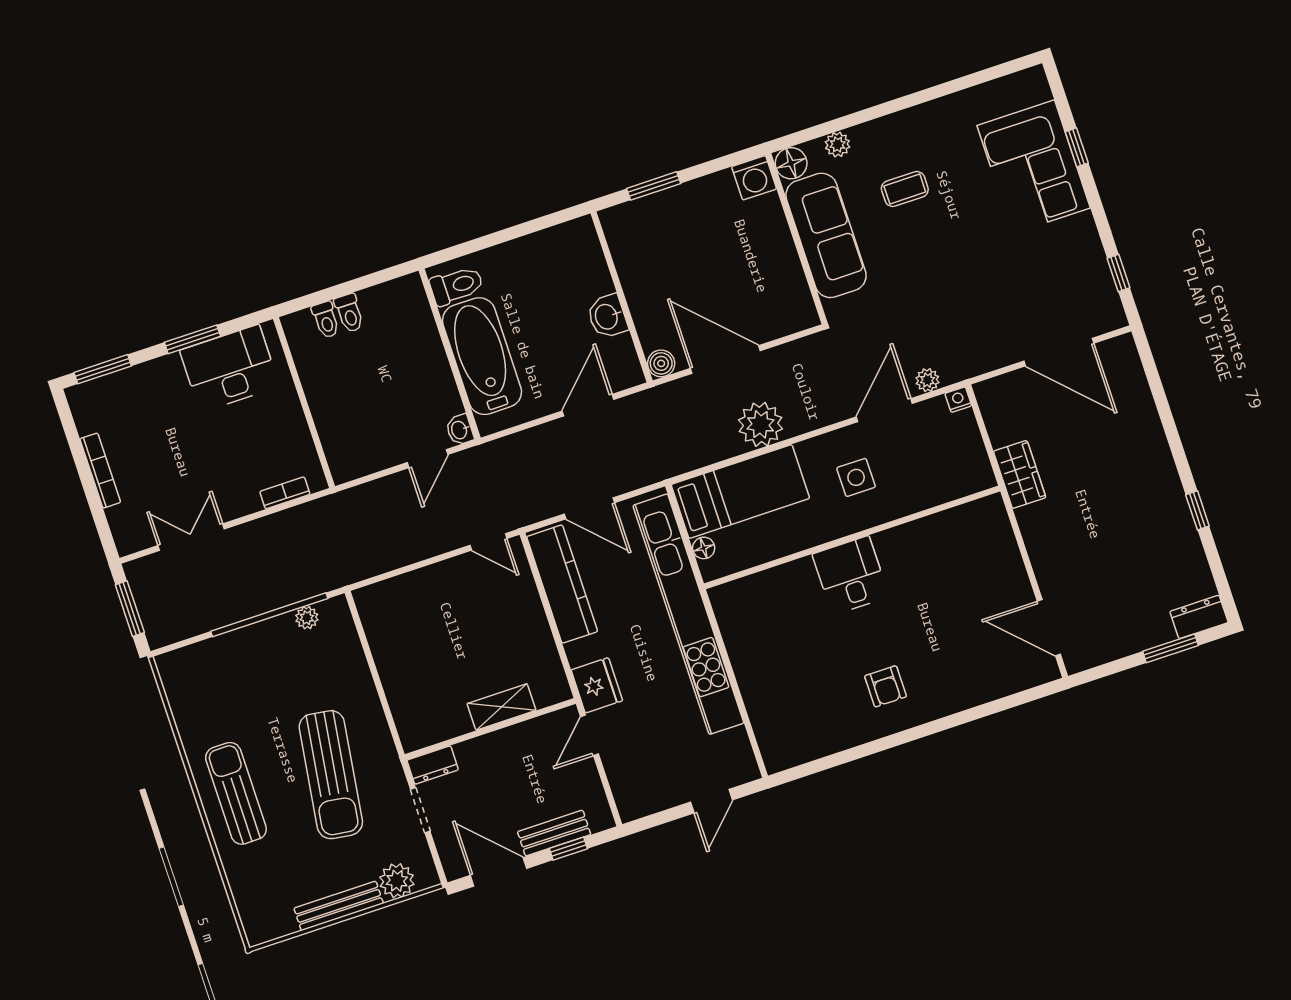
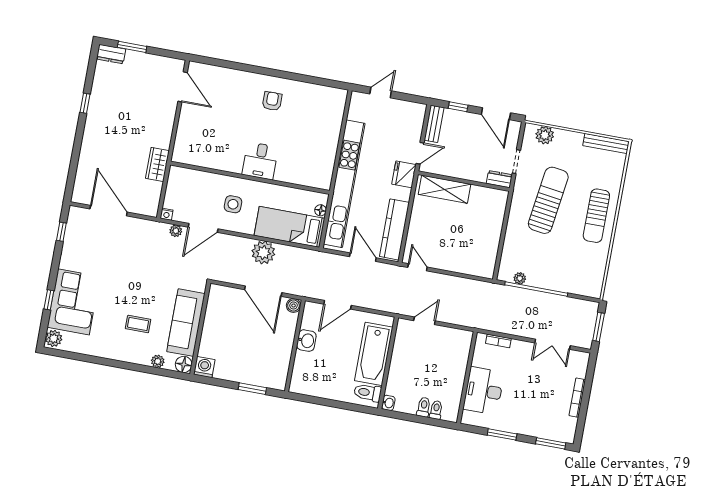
plant: (1033, 87) -> (54, 338), added
desk: (230, 368) -> (484, 391), moved, turned 90
washbasin: (460, 430) -> (388, 403), moved
shelving: (502, 707) -> (444, 189), width x1.50, depth x1.33
bench: (554, 833) -> (434, 124), moved, turned 90
bench: (339, 906) -> (606, 144), moved

